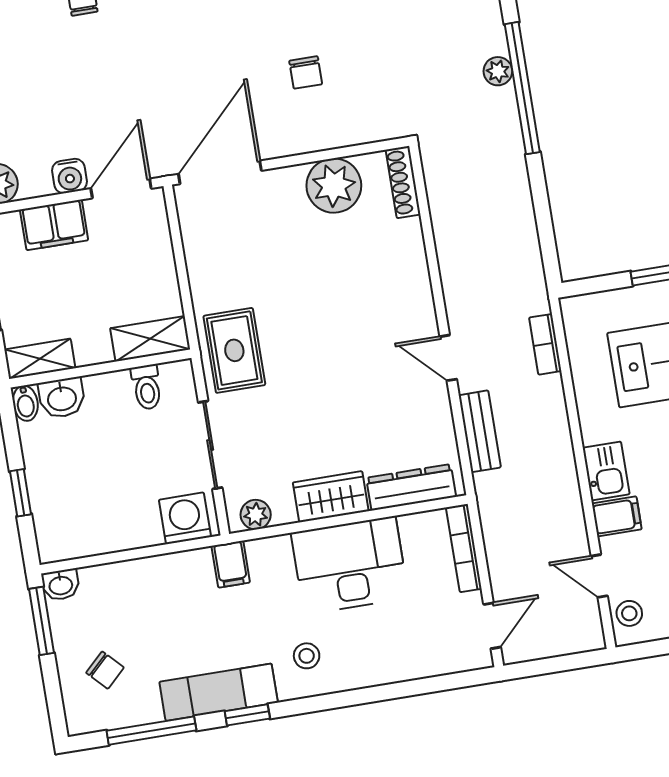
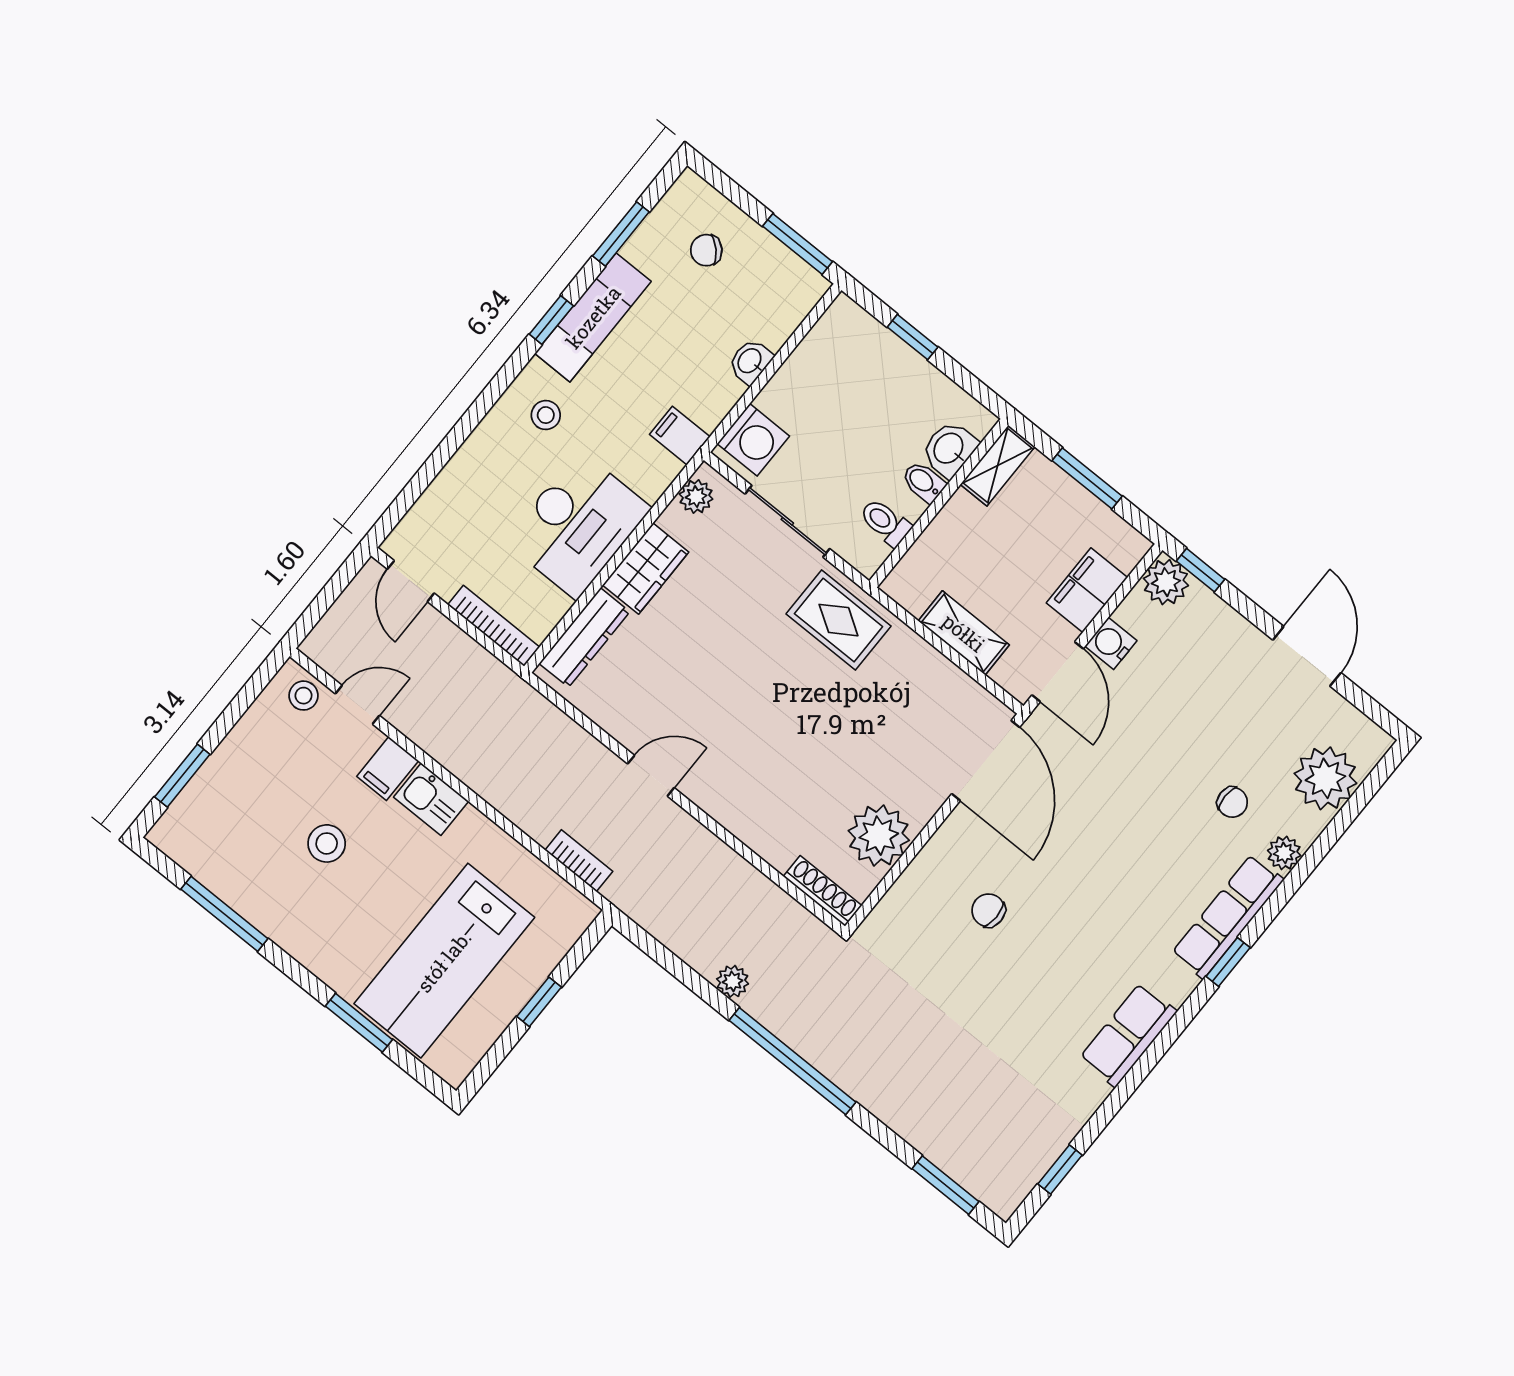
plant: (498, 71) -> (733, 981), moved
shelving: (150, 339) -> (964, 633), moved, turned 90
bidet: (25, 403) -> (924, 482), moved
bench: (480, 431) -> (569, 737), removed
washbasin: (61, 585) -> (750, 361), moved
window: (151, 731) -> (621, 234), width x0.69

